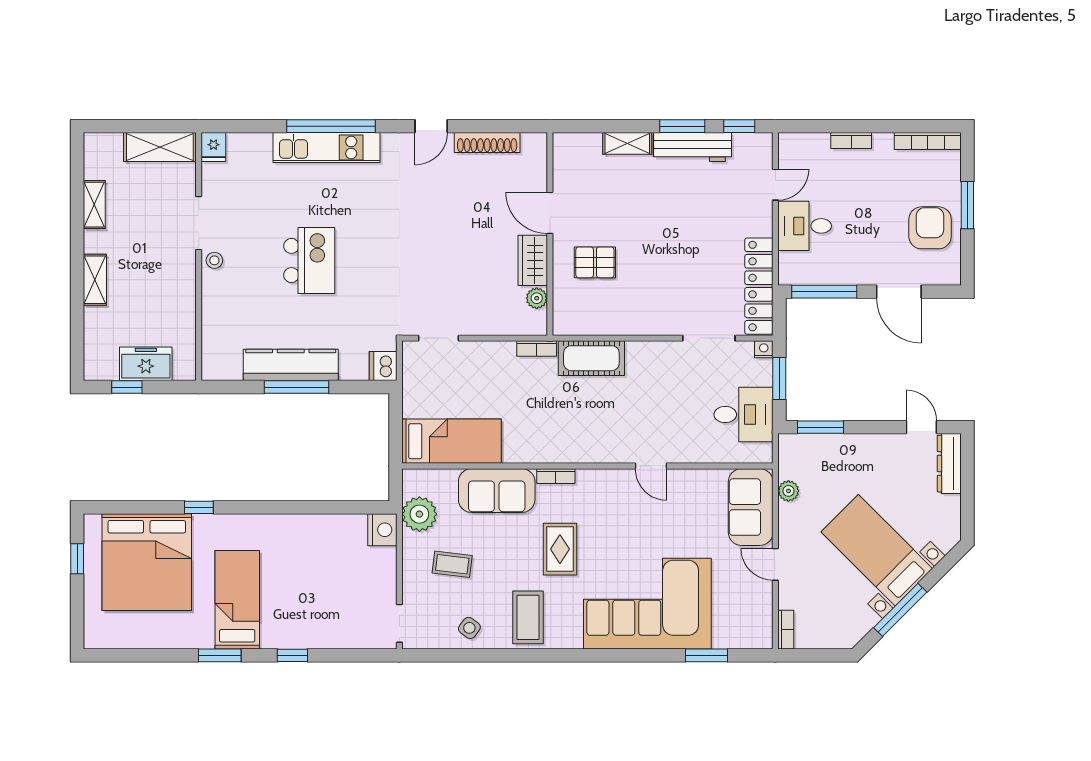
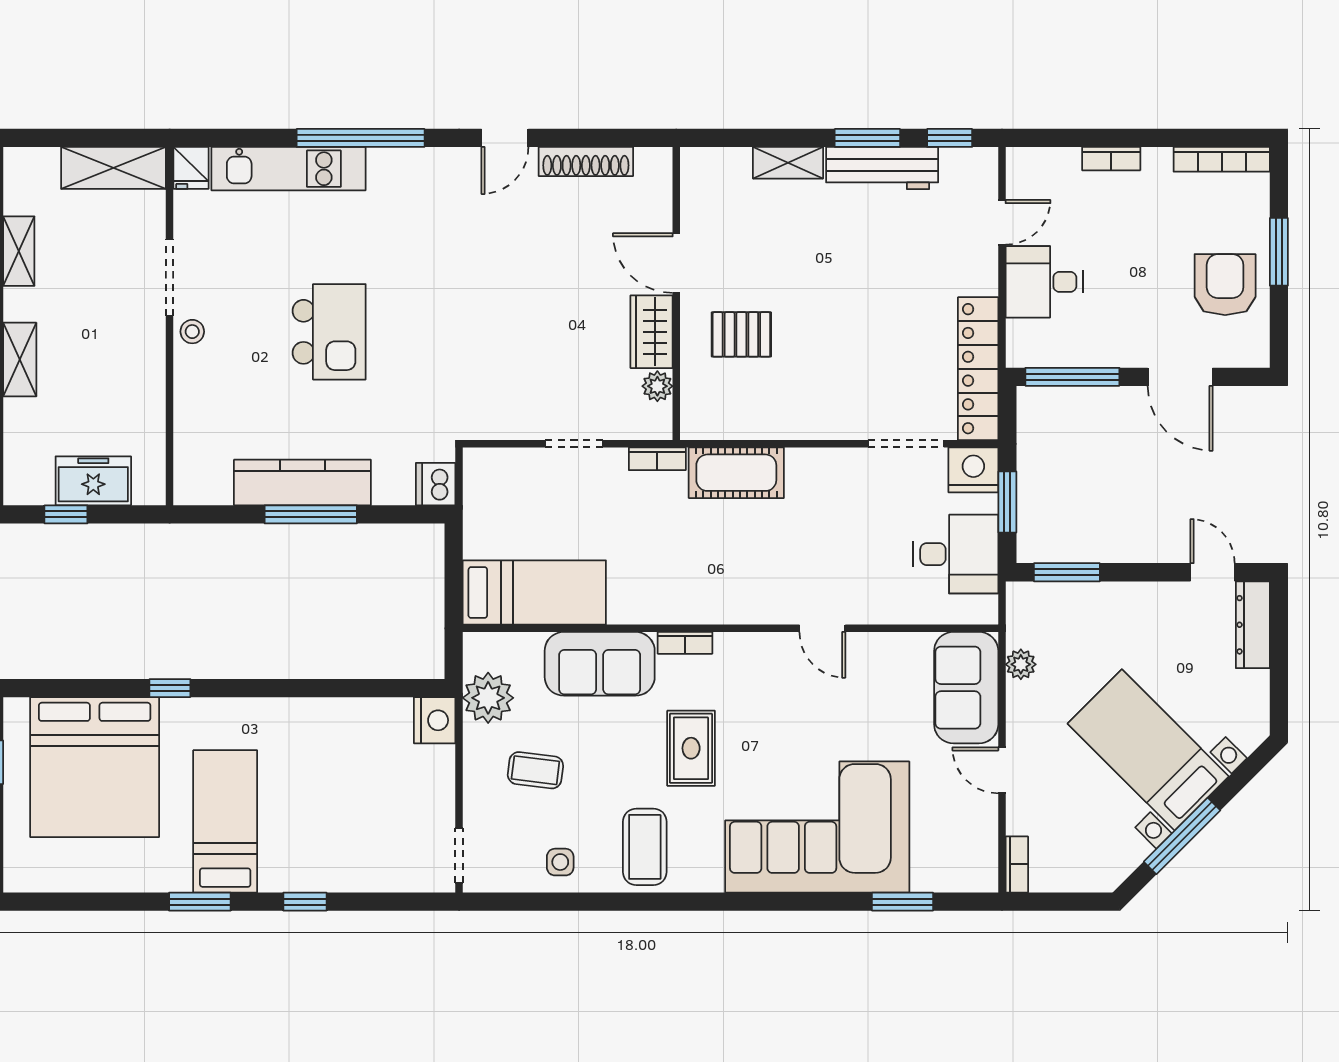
kitchen unit: (327, 148) -> (288, 169), moved
doorway: (439, 338) -> (574, 444), moved
nightstand: (764, 349) -> (973, 470), width x1.89, depth x1.79
side table: (469, 628) -> (560, 862), turned -36

